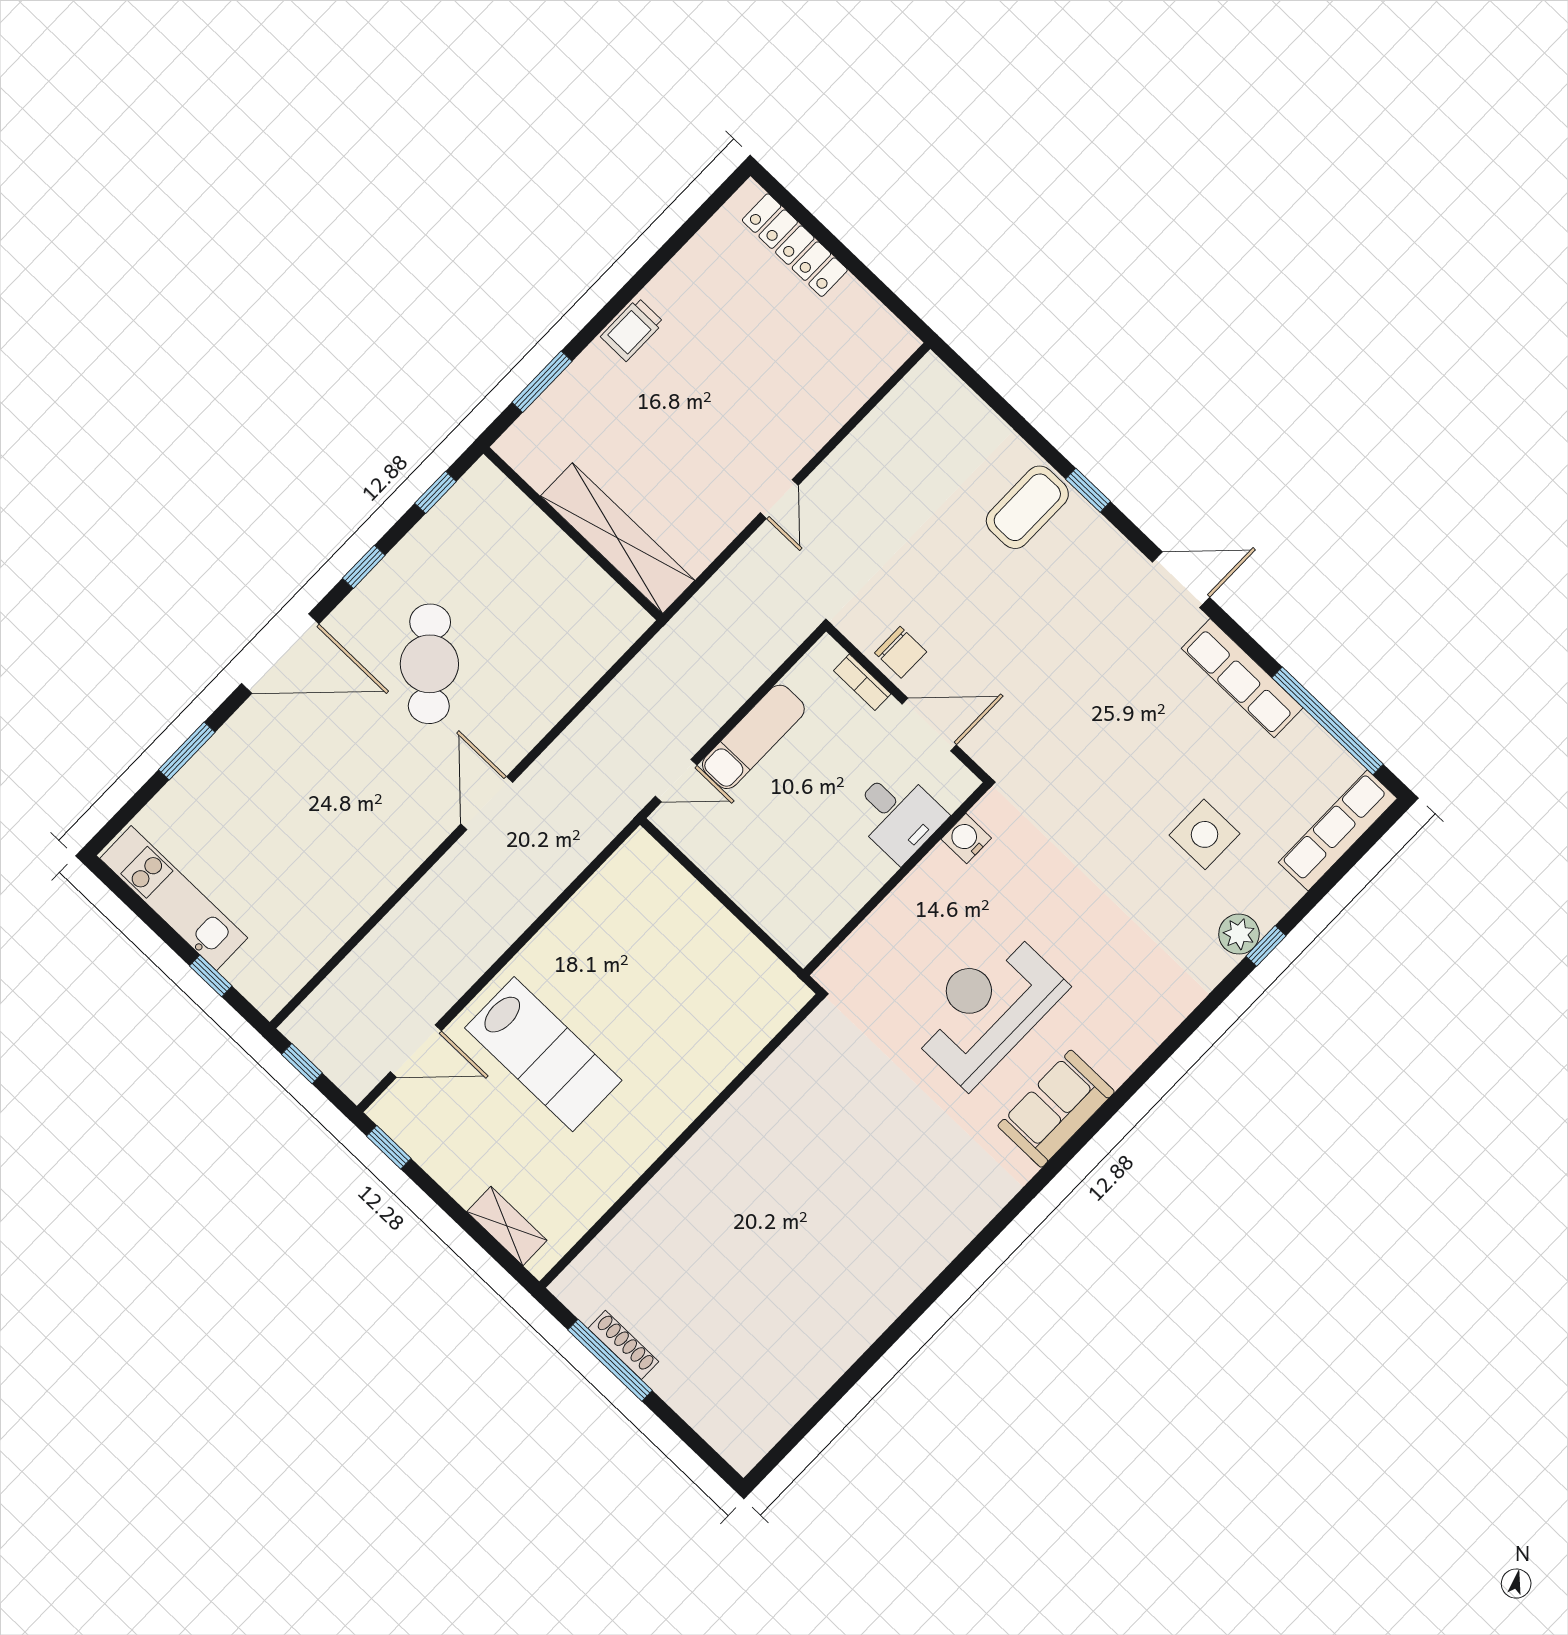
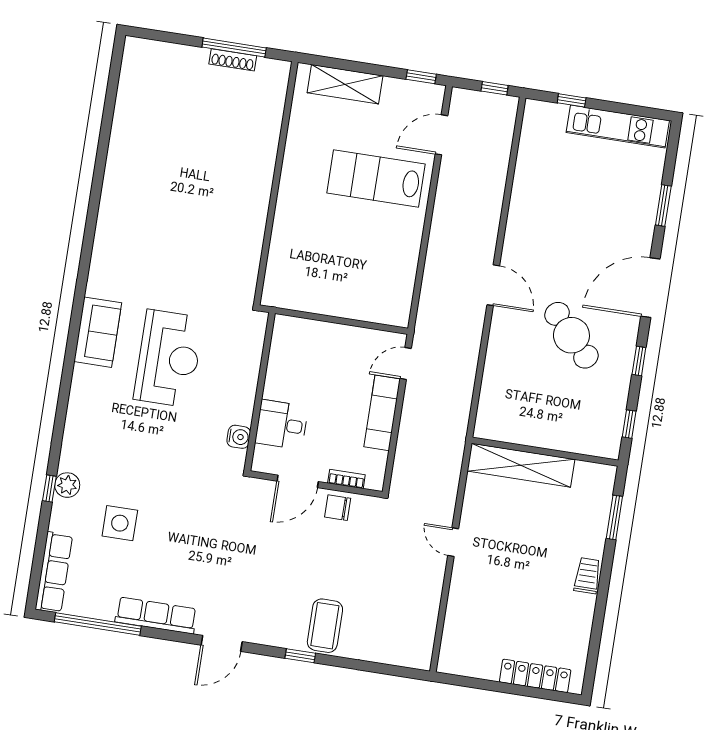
shelving: (507, 1226) -> (345, 84), width x1.50, depth x1.33

